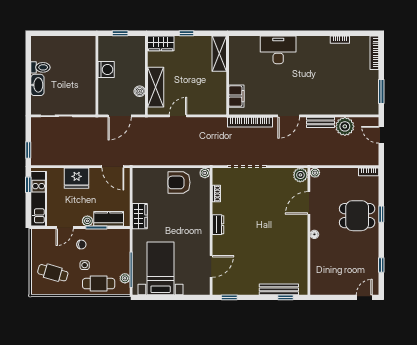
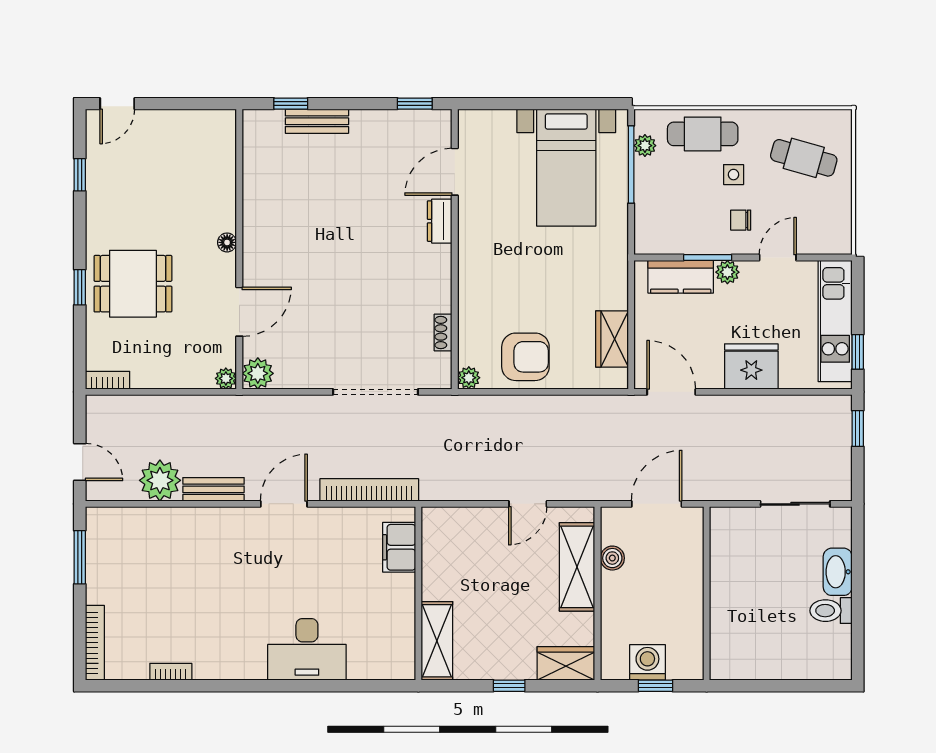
washing machine: (106, 70) -> (647, 662), moved, turned 90
wardrobe: (140, 216) -> (612, 339), moved
dresser: (218, 225) -> (440, 221), moved
bench: (279, 289) -> (317, 121), width x0.73

